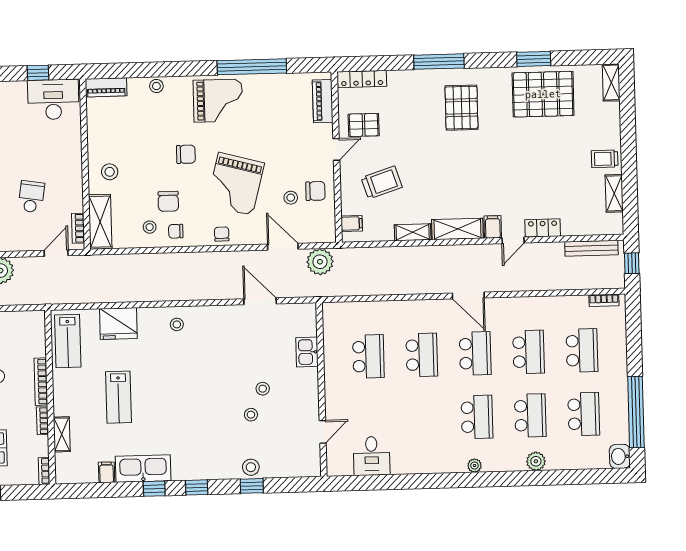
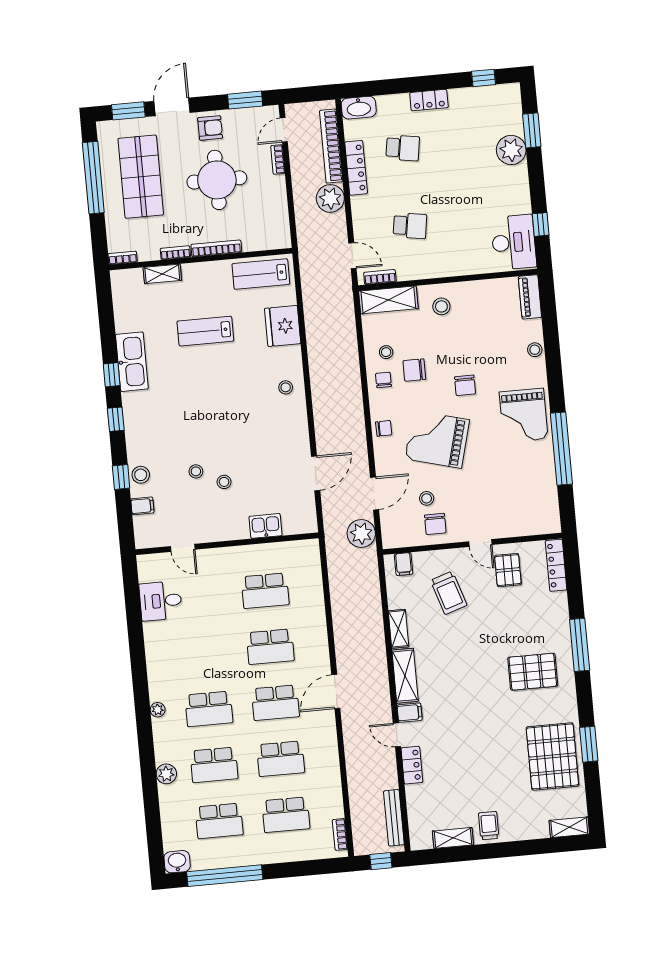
piano: (323, 101) -> (530, 525), removed
filing cabinet: (107, 472) -> (142, 506), moved

